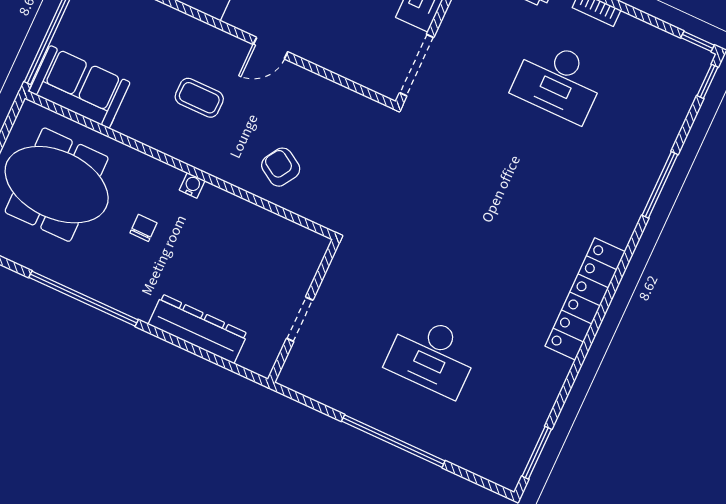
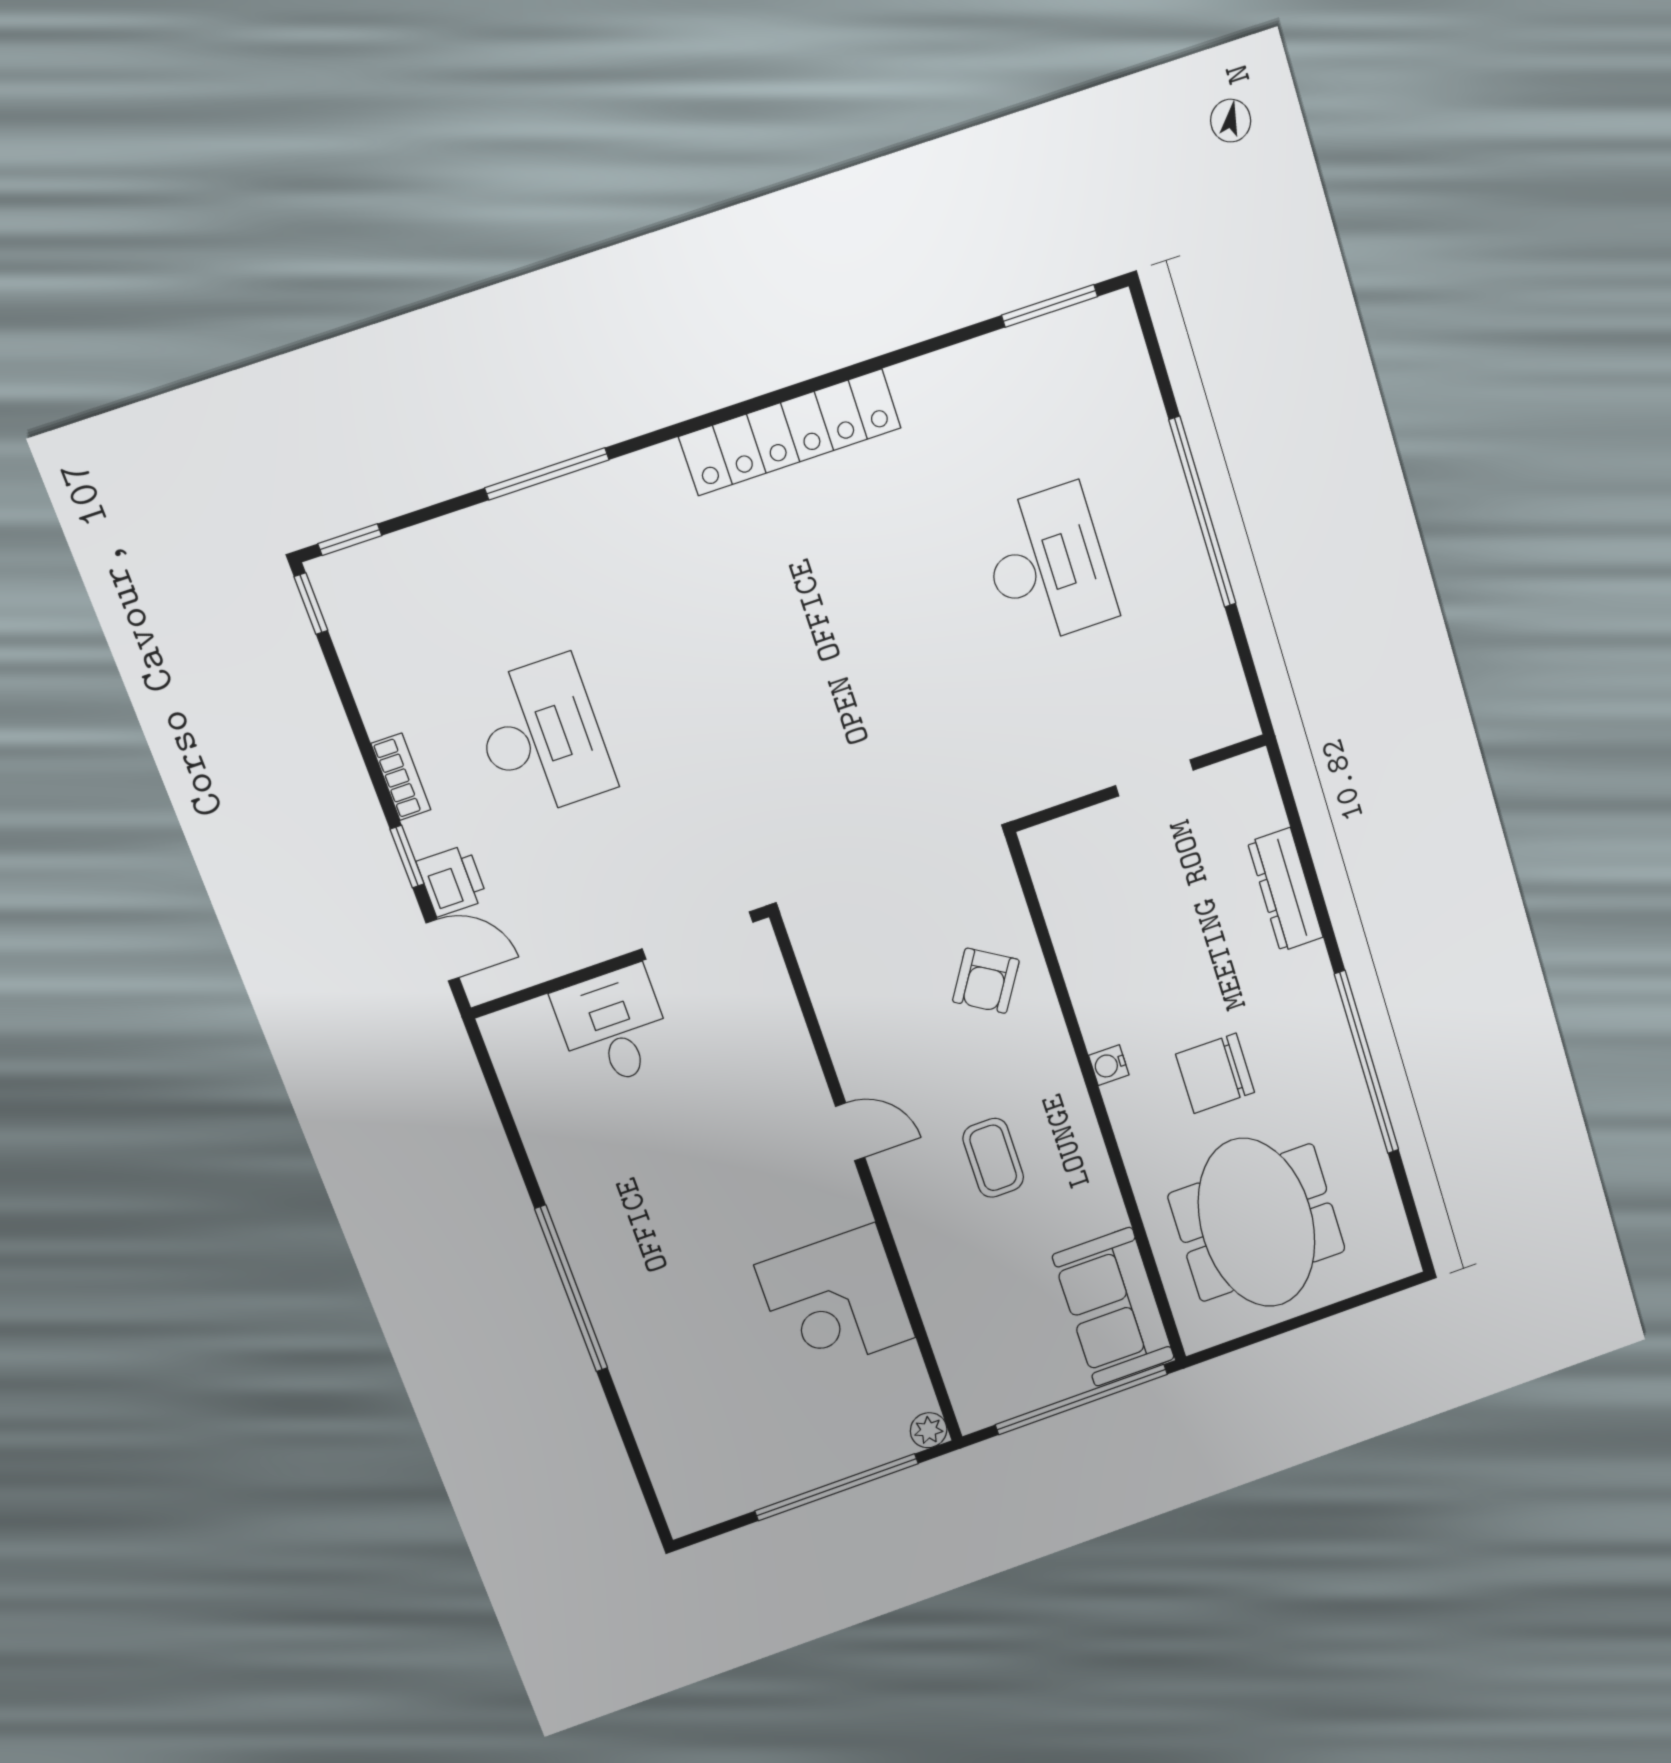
chair: (143, 228) -> (1215, 1073), width x1.87, depth x1.87
dresser: (198, 329) -> (1285, 890), width x0.73, depth x0.80

